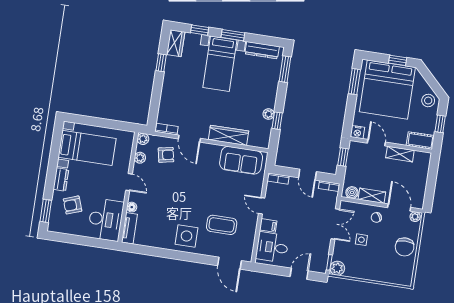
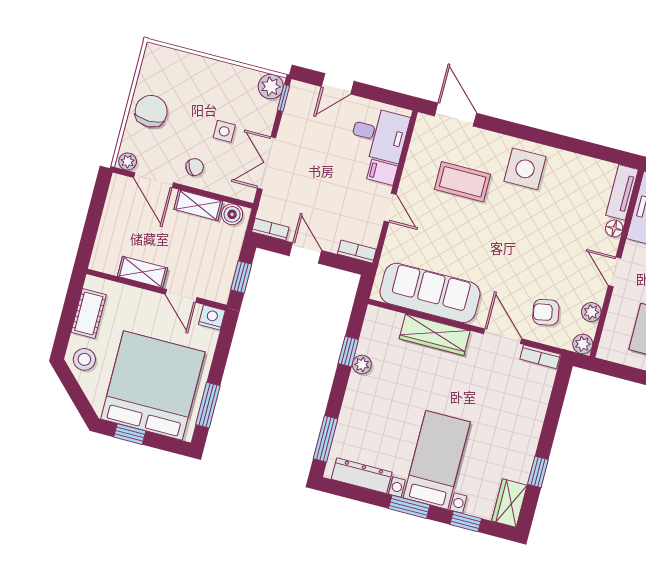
window: (440, 124) -> (68, 317), removed
cot: (420, 141) -> (89, 313), moved, turned 90
sofa: (241, 160) -> (430, 293), width x1.36

